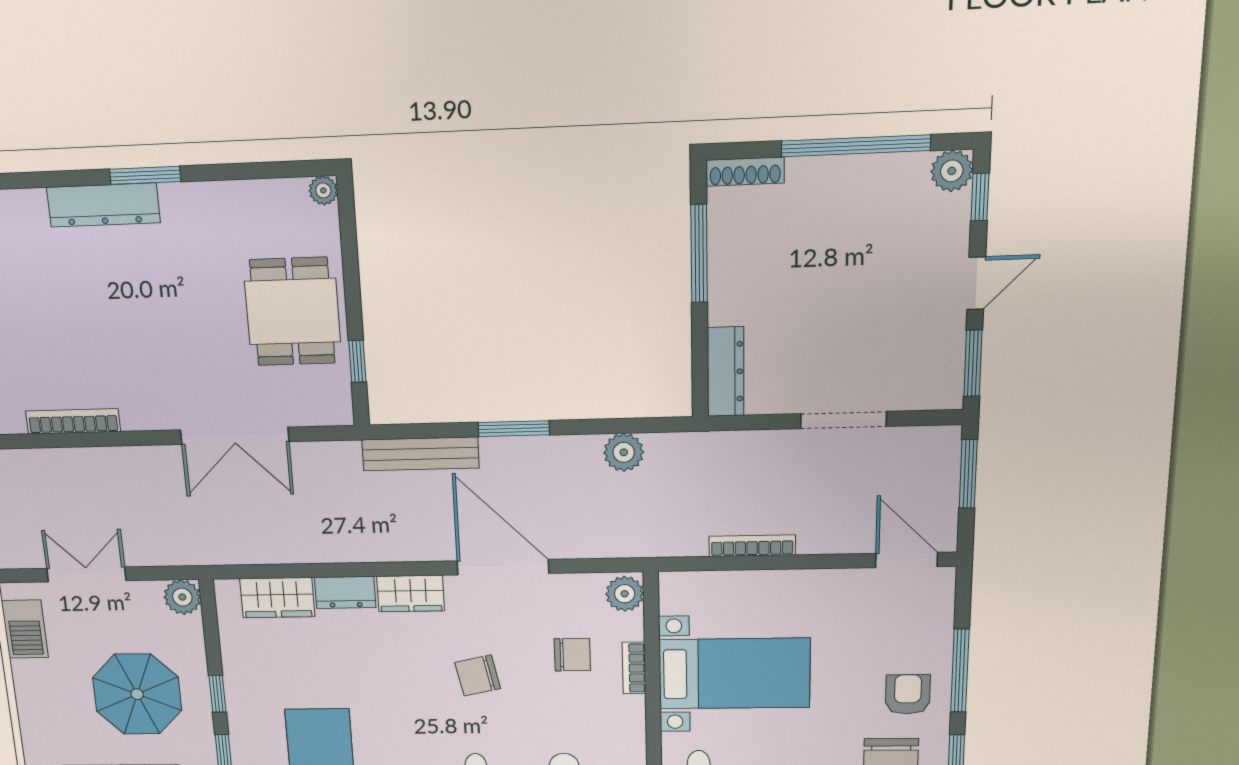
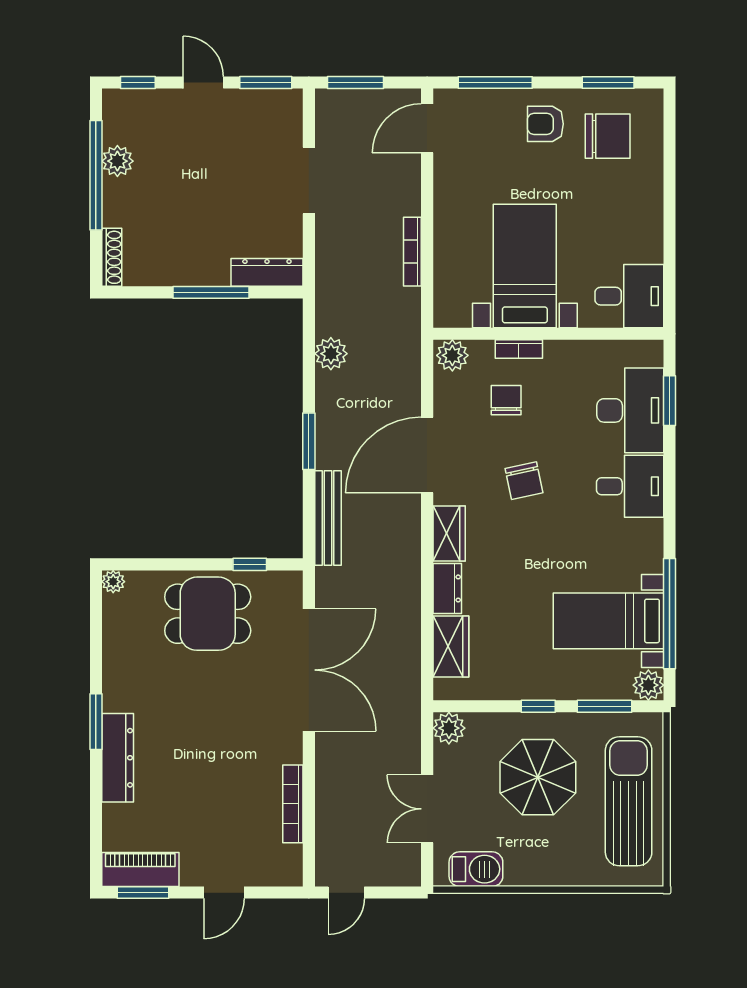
plant: (952, 171) -> (117, 161), moved
window: (699, 254) -> (211, 292), moved
double door: (235, 436) -> (309, 670), width x1.36
window: (960, 671) -> (495, 83), moved

